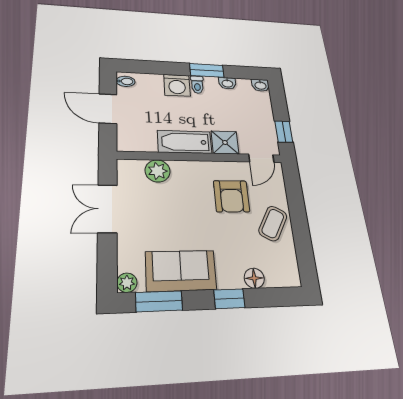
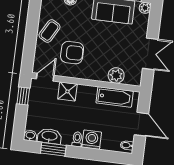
window: (207, 70) -> (53, 149), moved
washbasin: (227, 83) -> (49, 136), width x1.91, depth x1.45
bathtub: (185, 142) -> (115, 97), moved
armchair: (231, 196) -> (72, 53), turned 90

